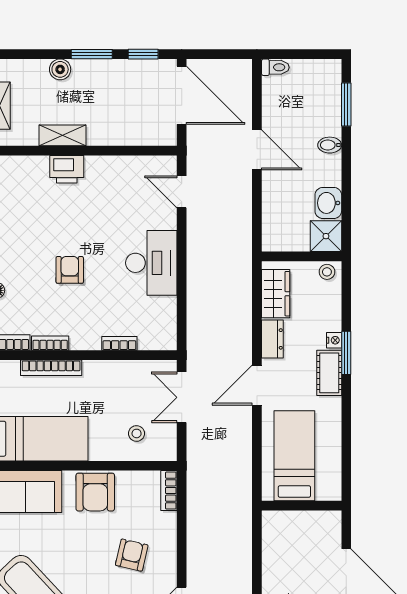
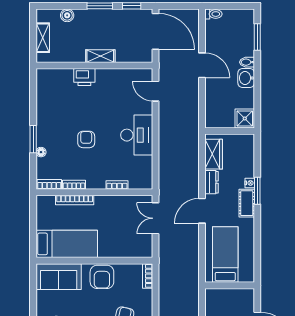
boiler: (60, 69) -> (67, 15), moved
shelving: (63, 135) -> (100, 56), moved
washbasin: (328, 203) -> (246, 78), moved
stool: (327, 272) -> (245, 141), removed
stool: (137, 433) -> (128, 241), removed

